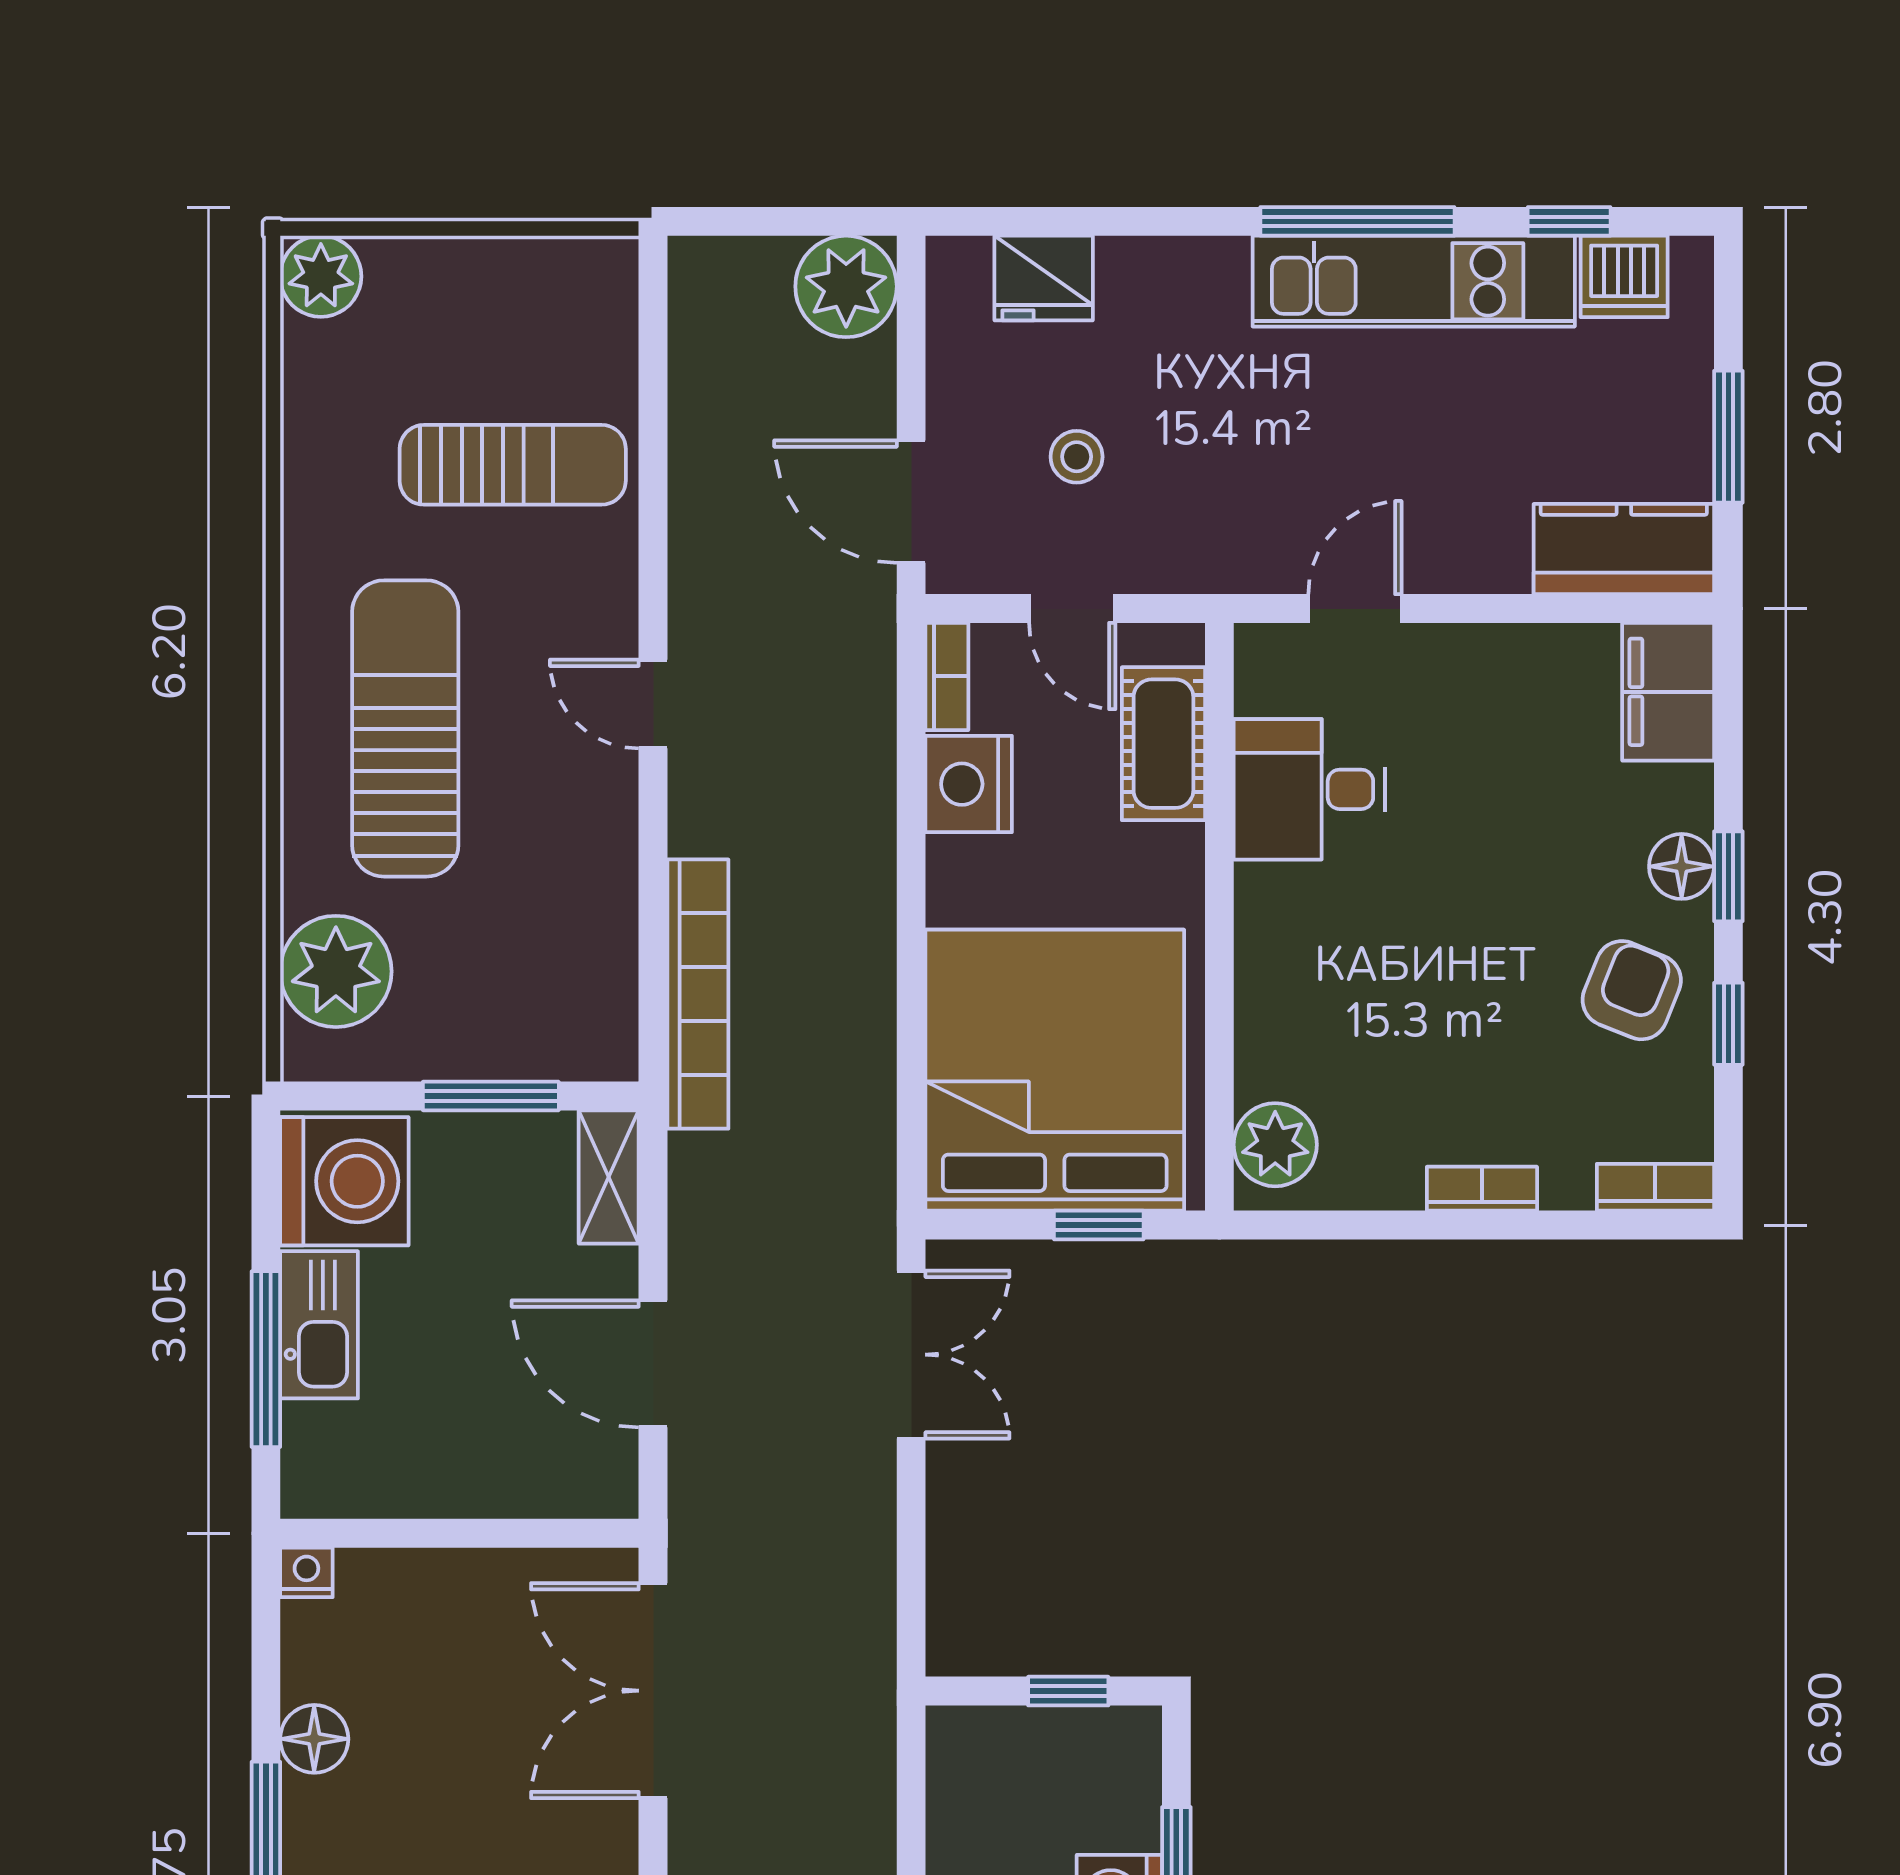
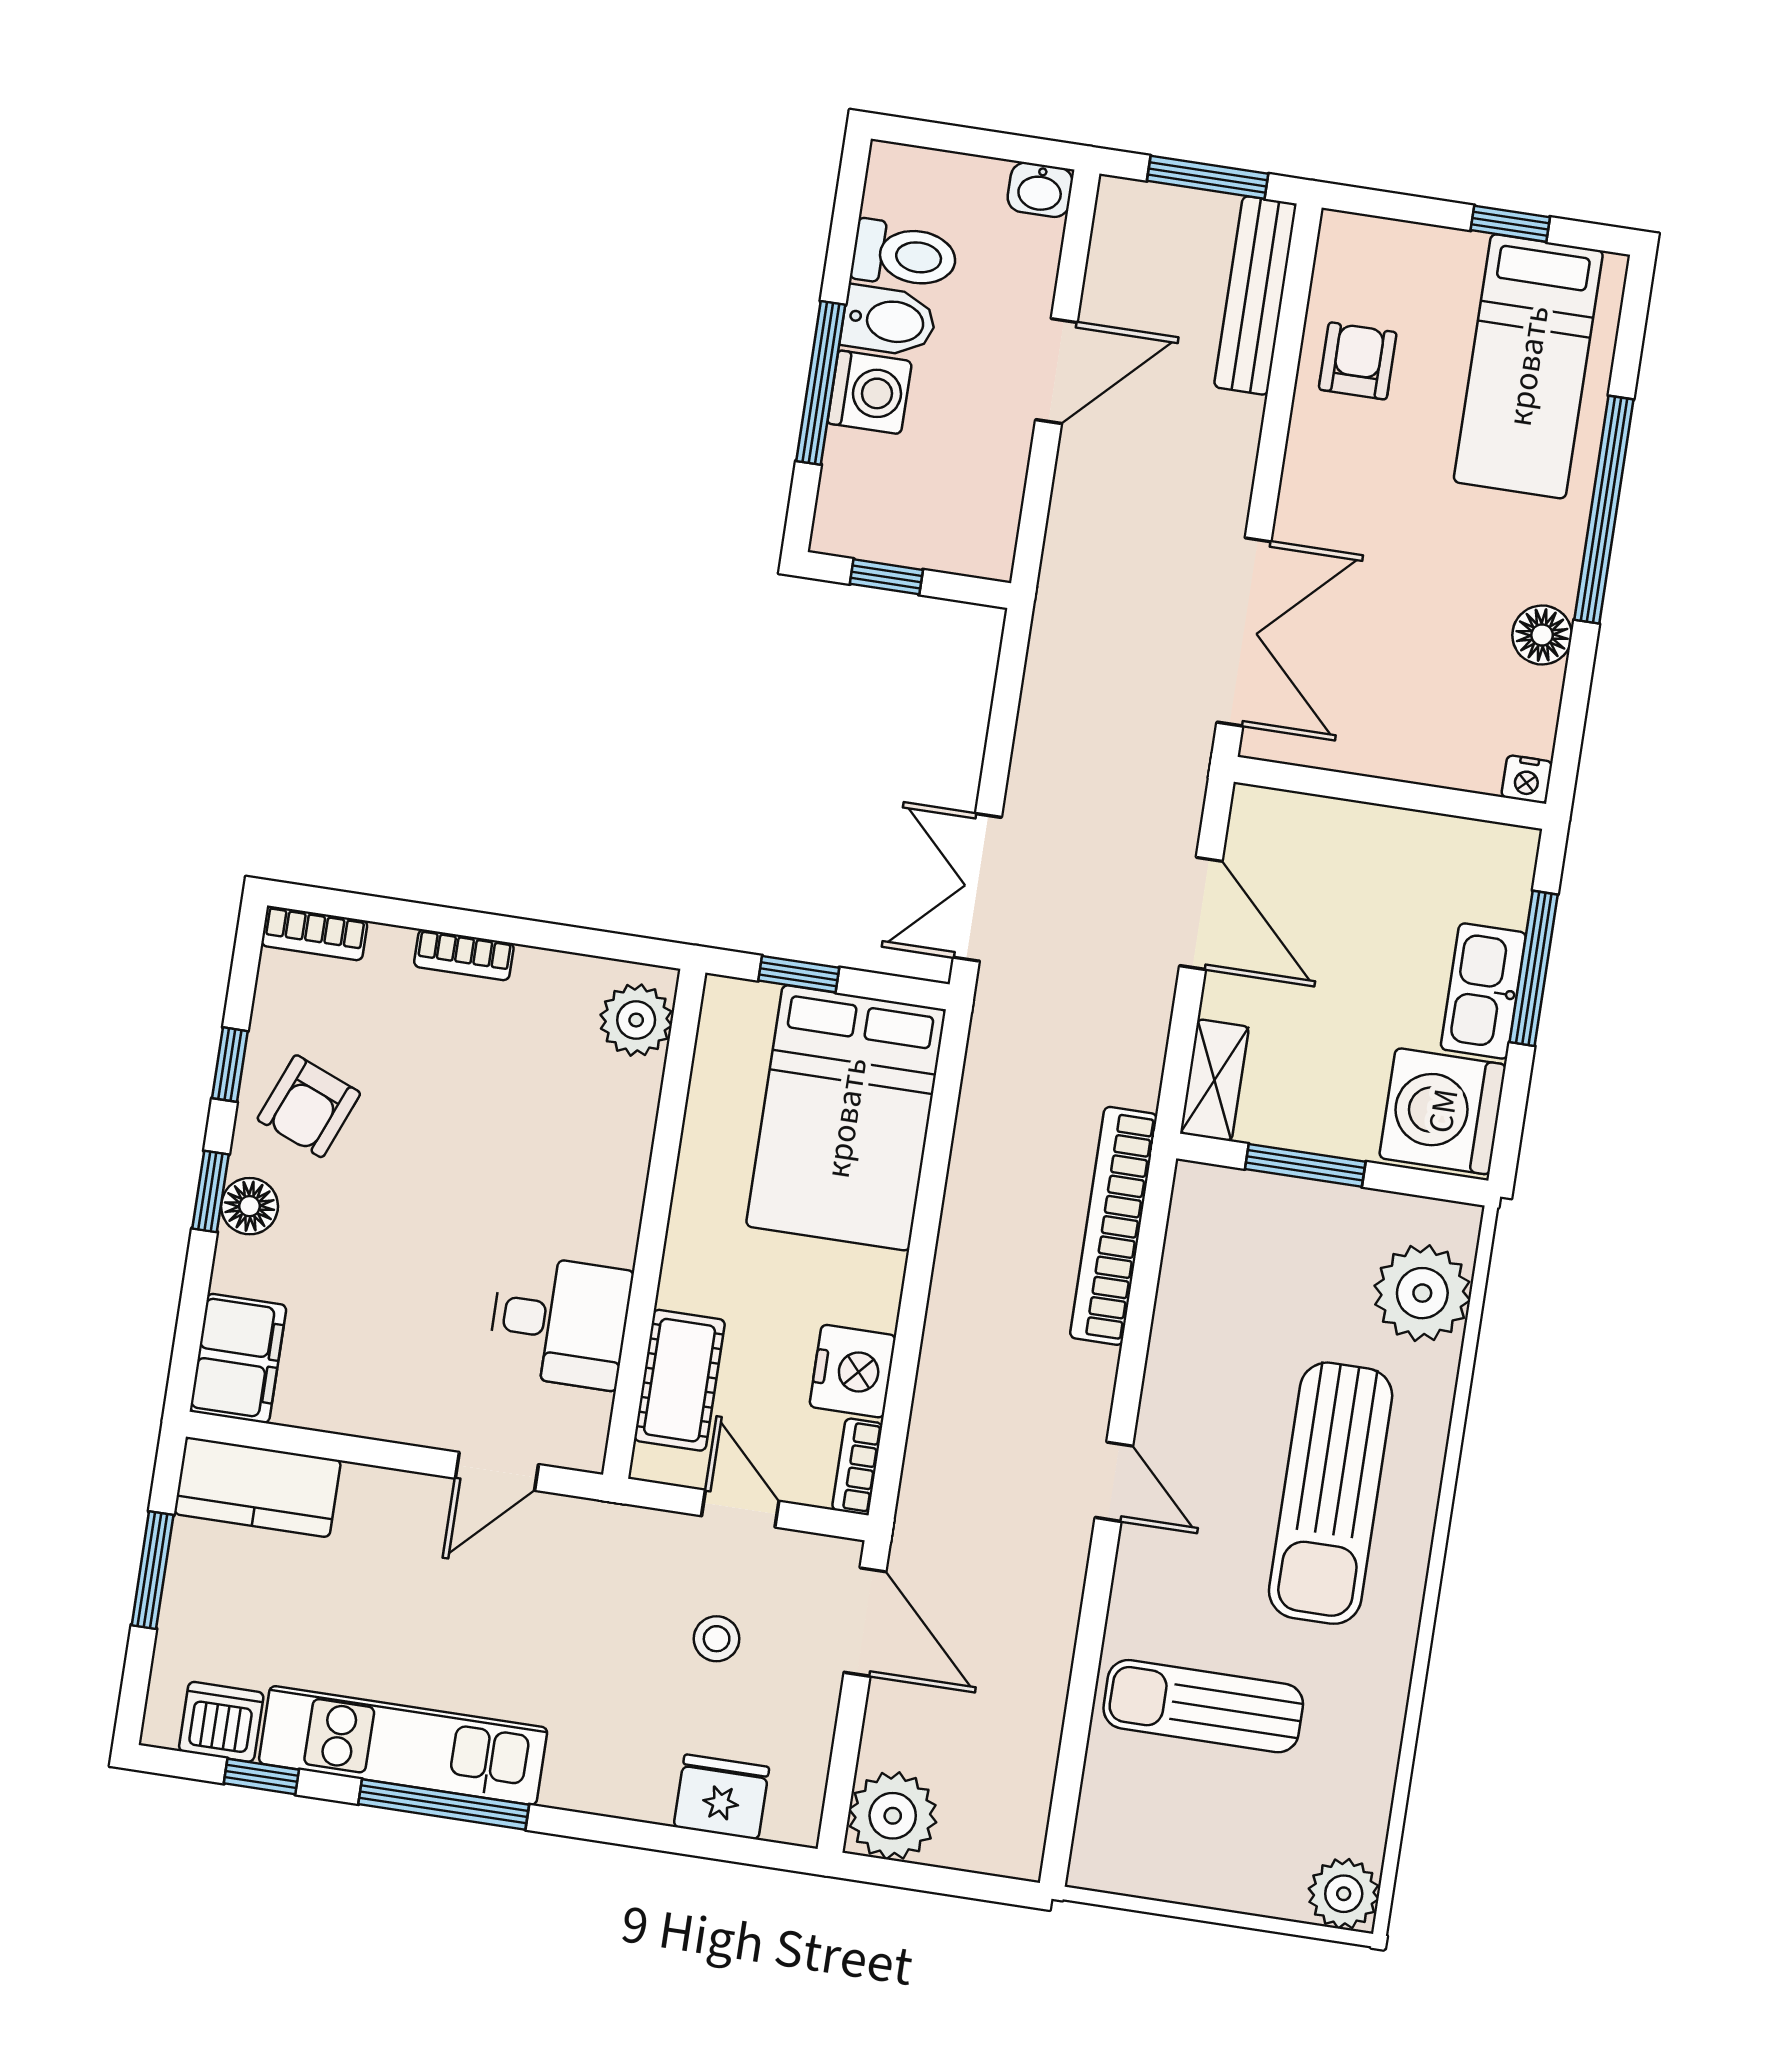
bed: (1055, 1070) -> (846, 1118), width x0.73

